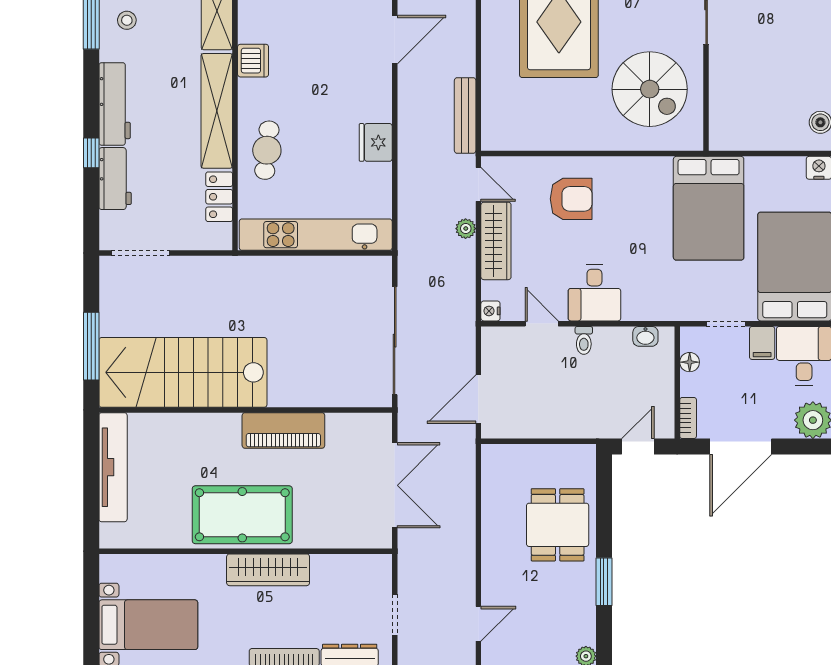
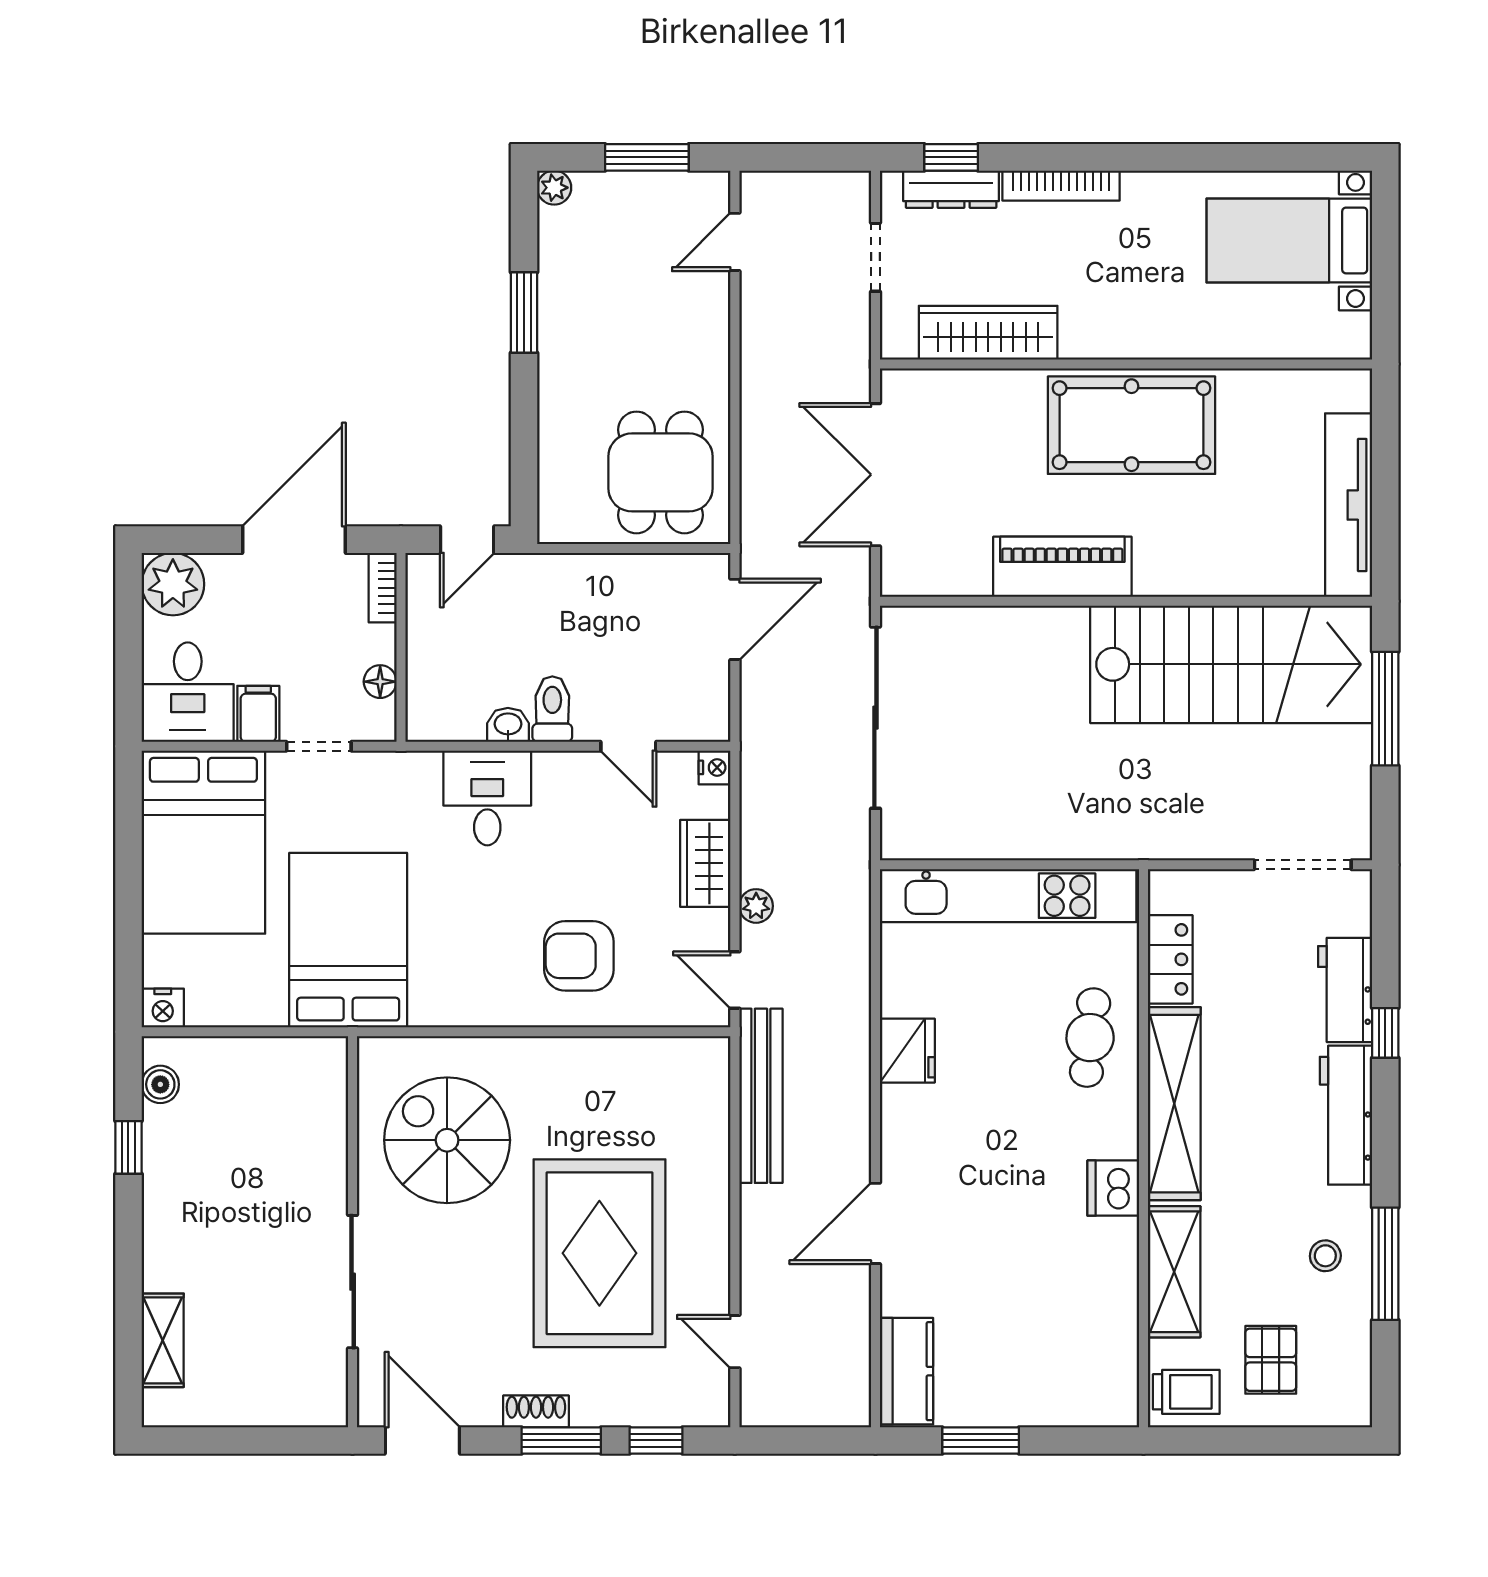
bench: (465, 115) -> (761, 1096), width x1.37, depth x1.21
wardrobe: (496, 241) -> (705, 863), width x0.67
desk: (594, 293) -> (487, 798), moved
washbasin: (645, 336) -> (508, 725), moved
toilet: (584, 340) -> (552, 709), width x1.37, depth x1.39
dining table: (558, 525) -> (661, 472), moved
wardrobe: (268, 570) -> (988, 333), moved

